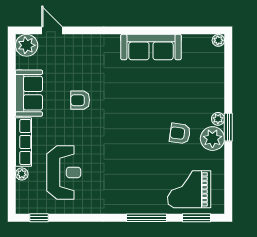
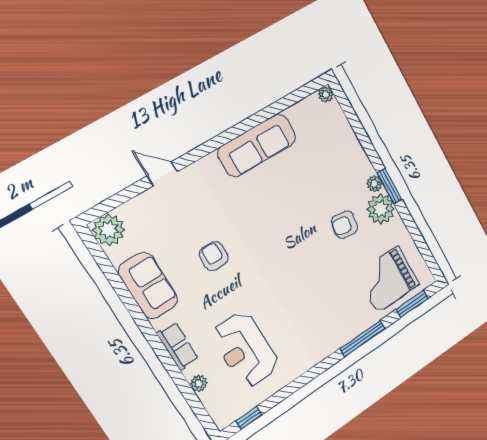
door: (52, 30) -> (162, 174), moved
armchair: (80, 100) -> (214, 256), turned 90
row of seats: (23, 142) -> (178, 346), width x0.68
reception desk: (64, 172) -> (245, 350), turned 180

